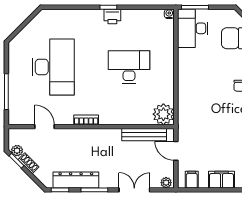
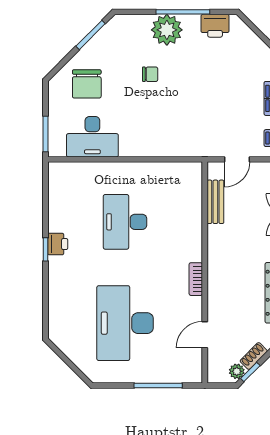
water cooler: (169, 14) -> (54, 168), removed
desk: (193, 28) -> (92, 137), moved
desk: (53, 67) -> (125, 323), turned -90
plant: (163, 114) -> (188, 176), removed
bench: (144, 135) -> (215, 202), width x0.73

